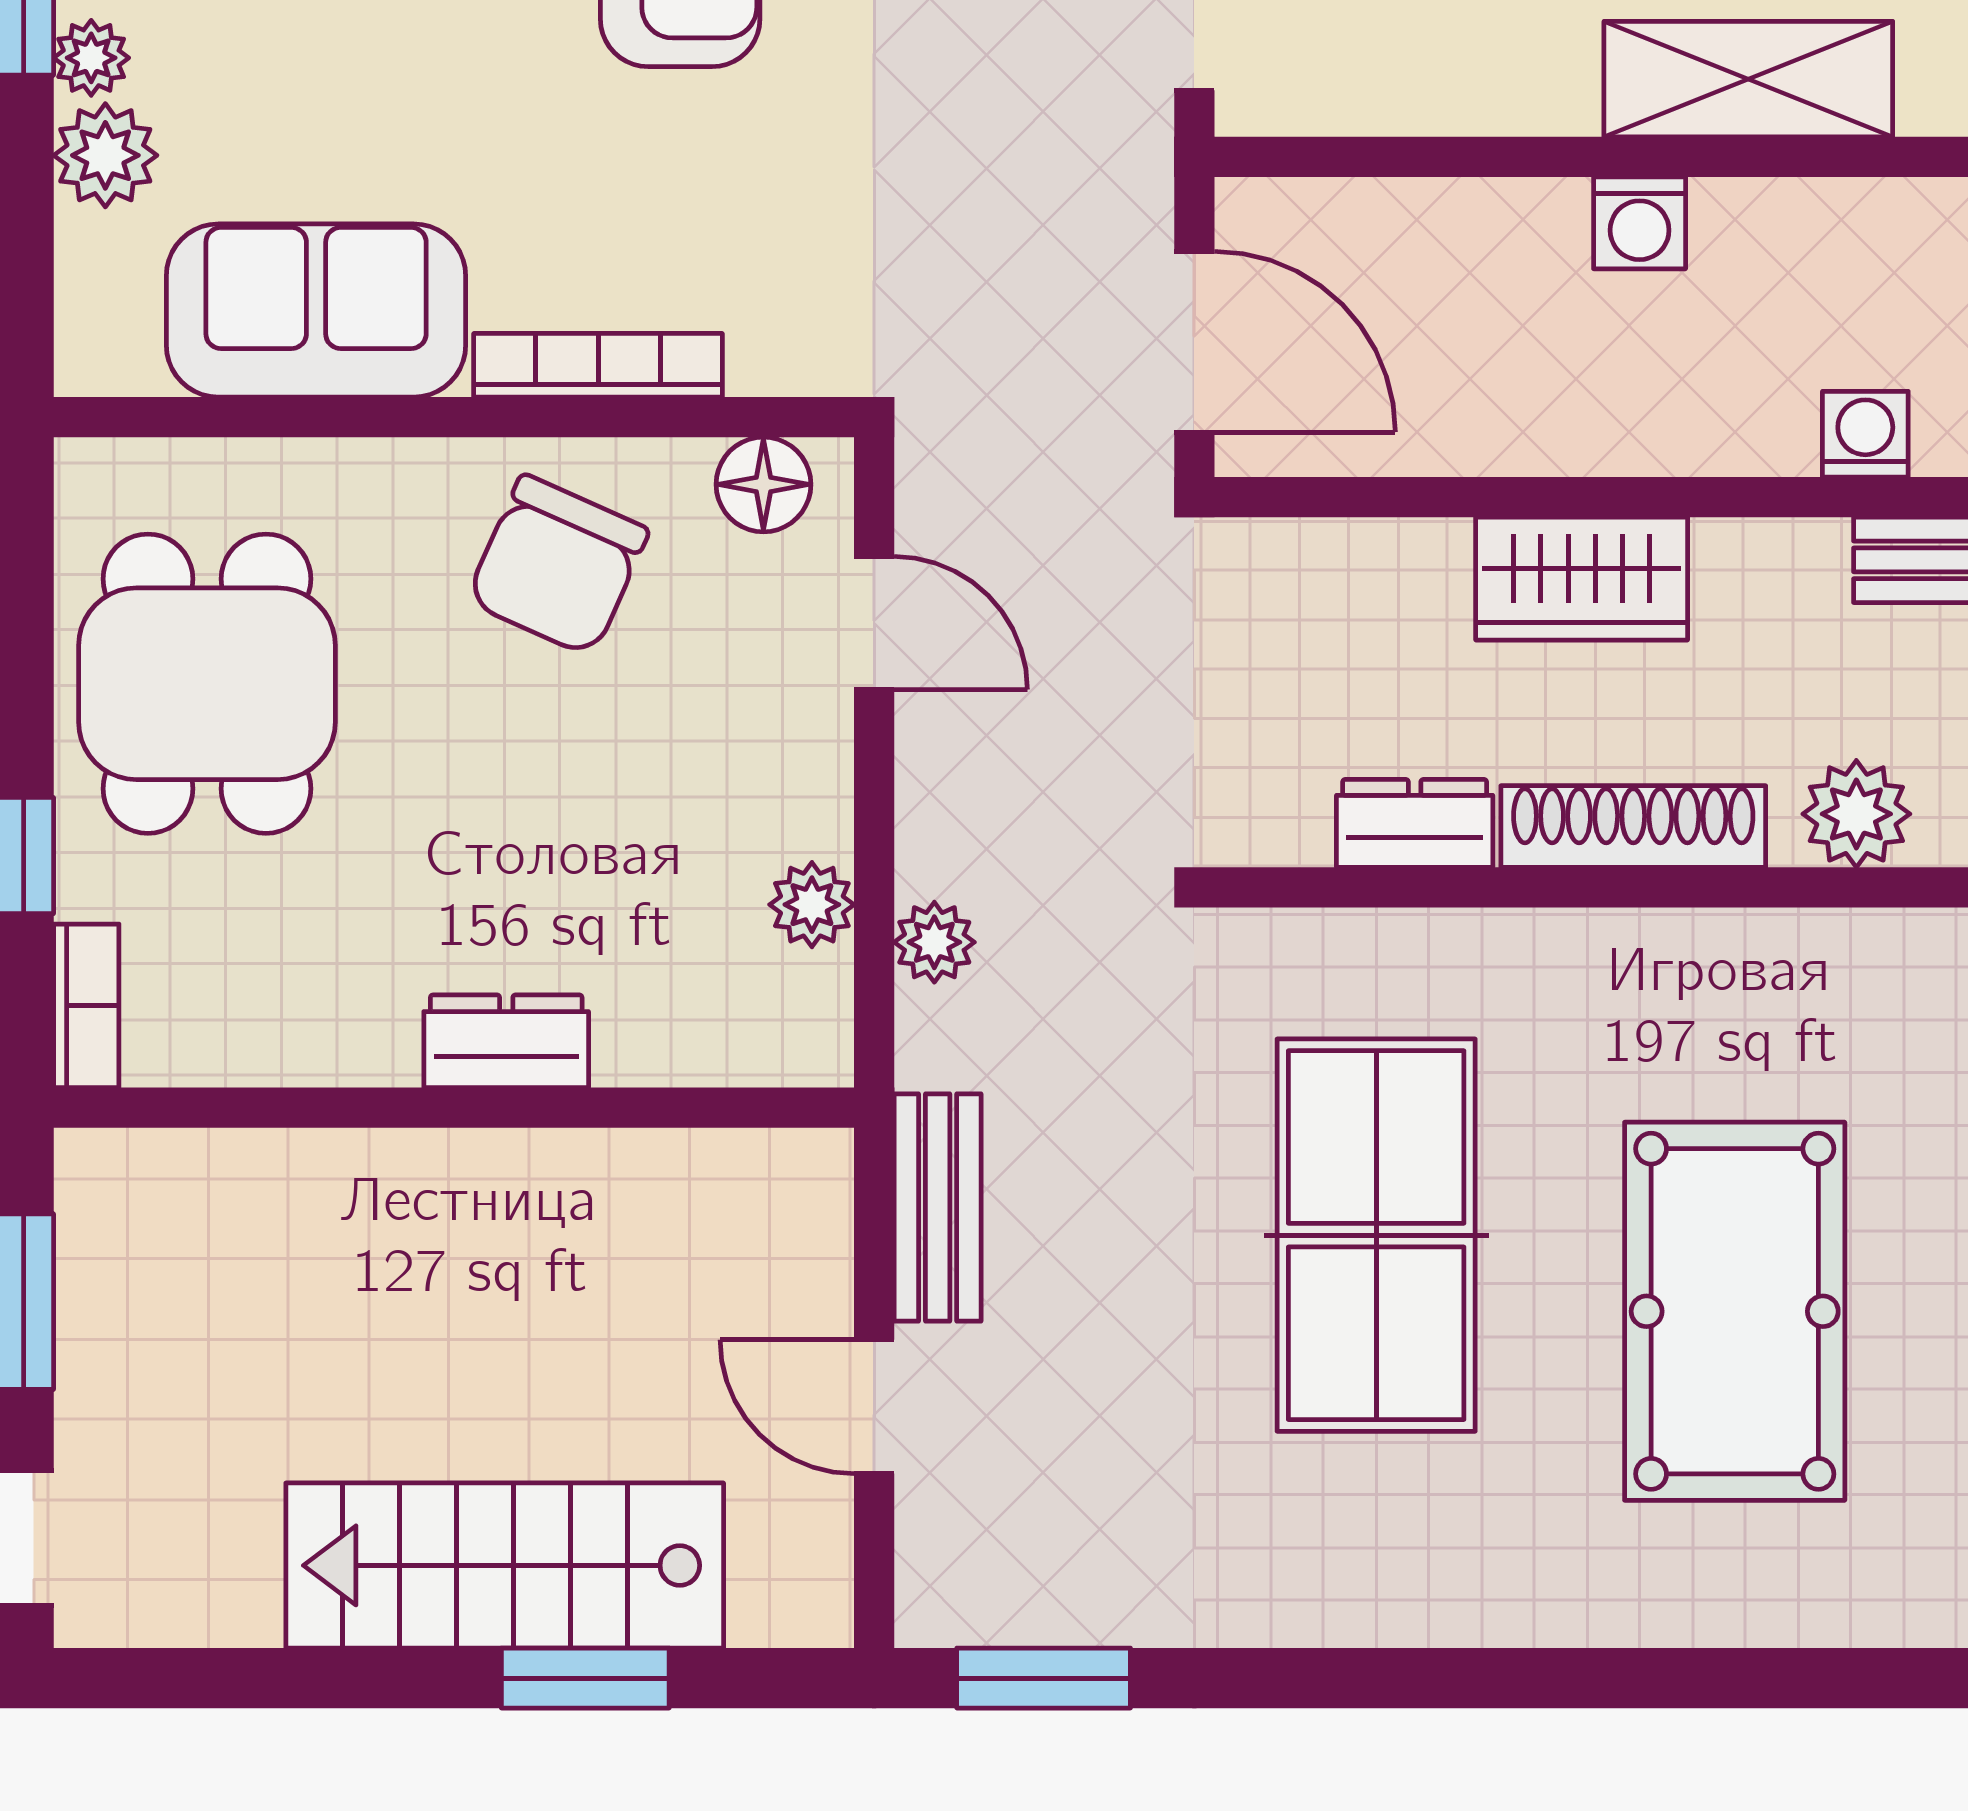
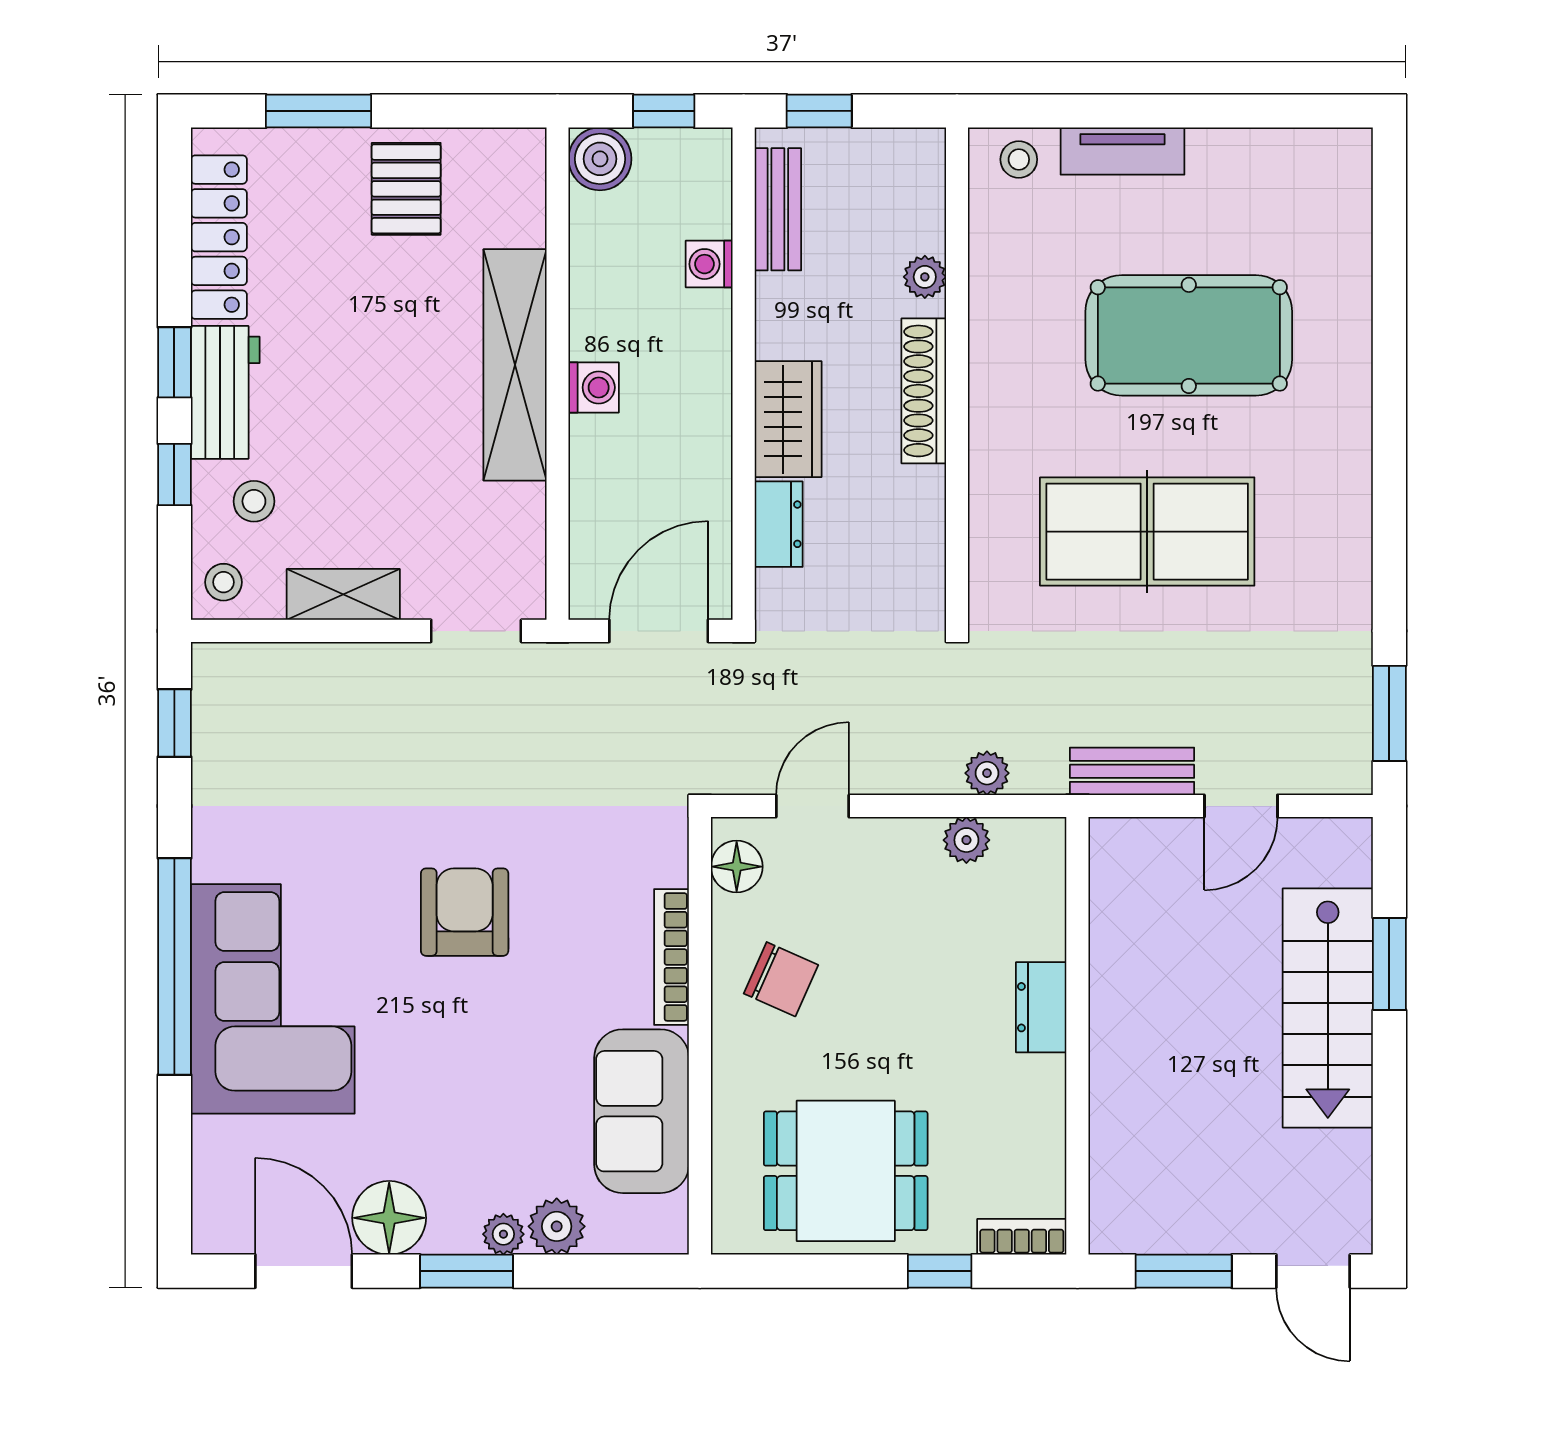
shelving: (1748, 79) -> (515, 365), width x1.47
chair: (557, 565) -> (781, 979), width x0.73, depth x0.73
plant: (1856, 814) -> (925, 277), width x0.73, depth x0.73
dresser: (1415, 823) -> (779, 524), moved, turned 180

